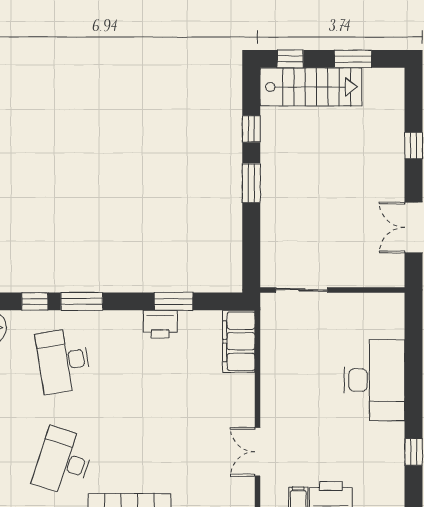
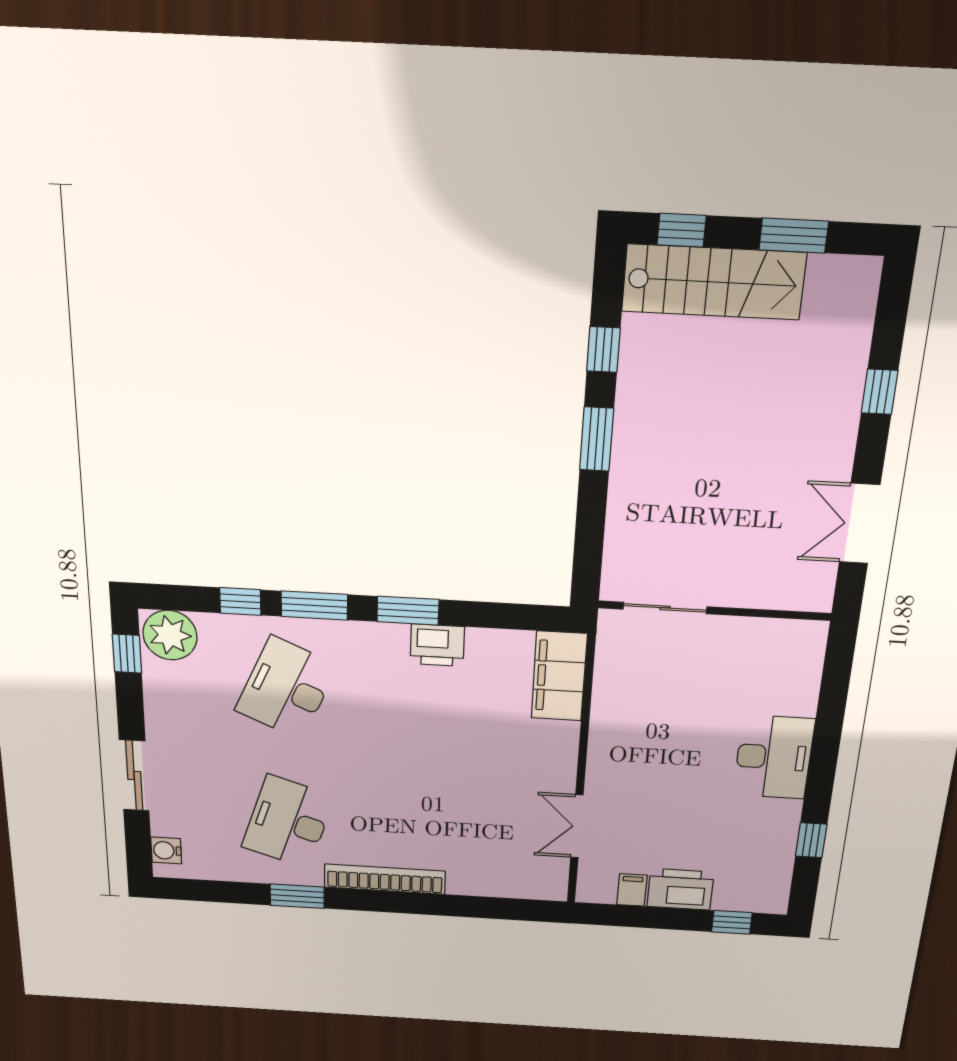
window: (173, 301) -> (408, 611), moved
desk: (63, 361) -> (286, 688), turned 33
desk: (374, 380) -> (774, 757), width x0.73, depth x0.77

